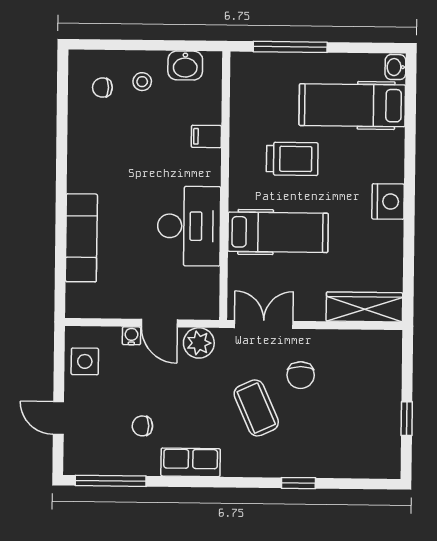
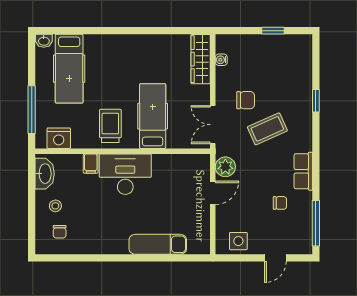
washbasin: (185, 66) -> (45, 174), width x1.38
trolley: (292, 159) -> (110, 126), moved
nightstand: (388, 202) -> (59, 138), moved, turned 180
desk: (189, 226) -> (125, 174), moved
water cooler: (131, 336) -> (221, 60), moved
chair: (142, 426) -> (280, 203), turned -90

